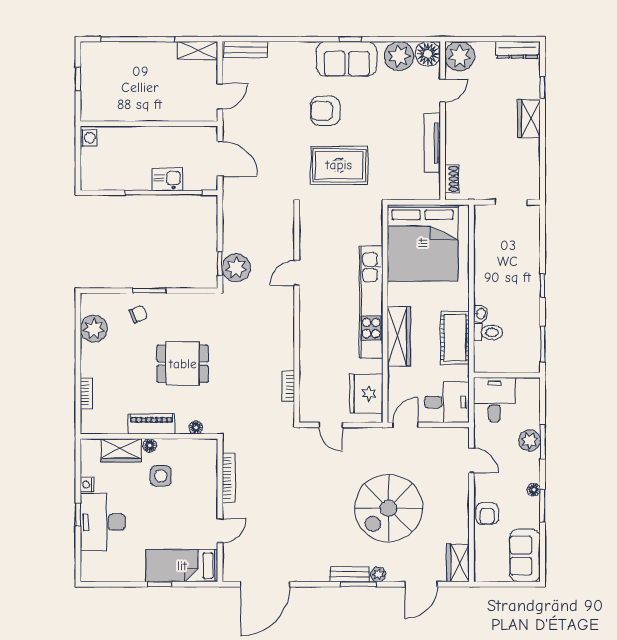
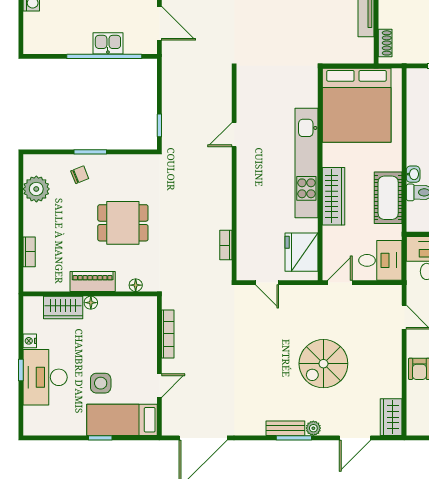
rug: (339, 165) -> (275, 30), removed
plant: (236, 268) -> (175, 130), removed
side table: (161, 476) -> (101, 383), moved
spiral stairs: (389, 508) -> (323, 364), width x0.73, depth x0.73

